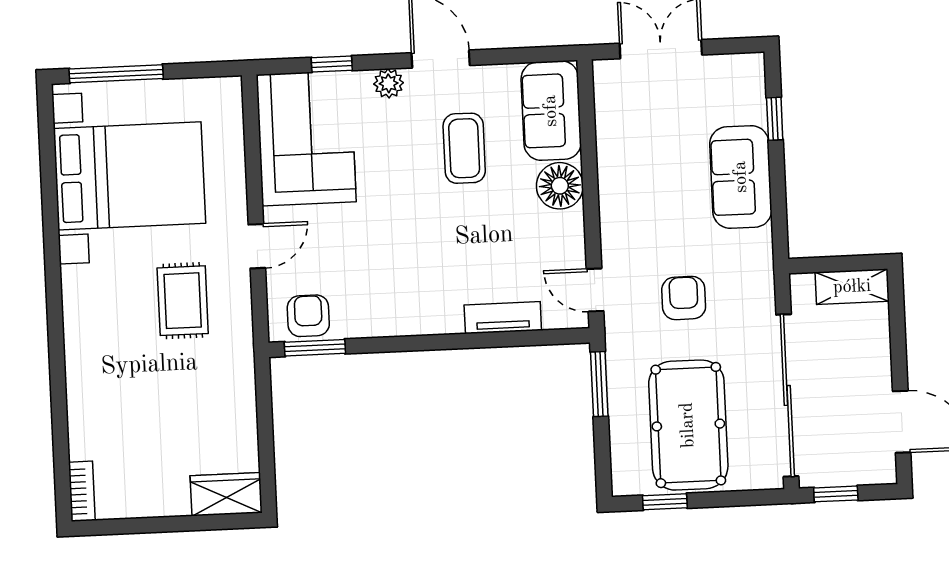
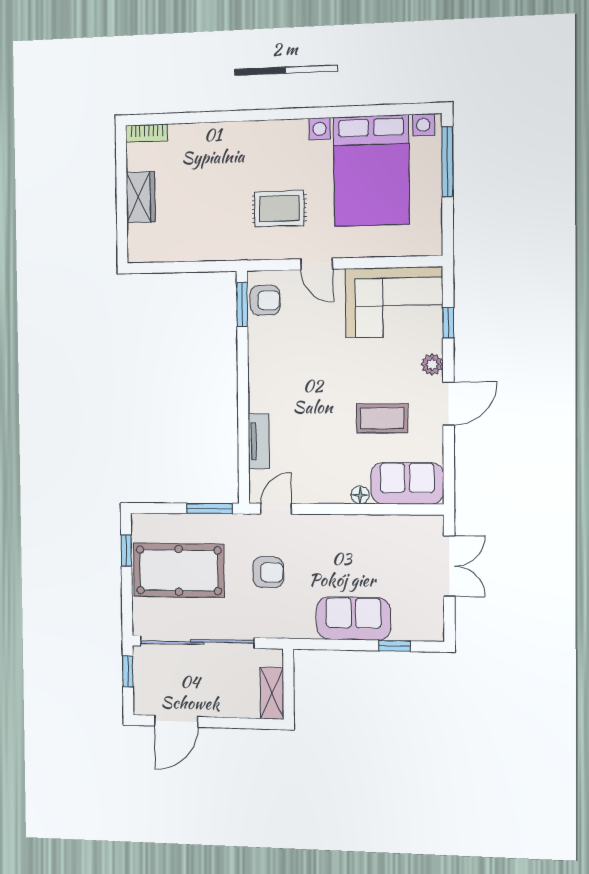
floor lamp: (560, 186) -> (360, 495), width x0.53, depth x0.53
wardrobe: (226, 494) -> (141, 197), moved

